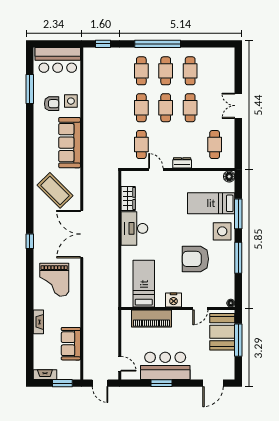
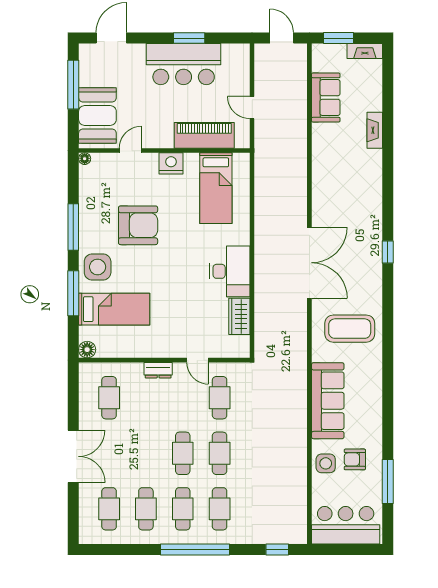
double door: (238, 106) -> (73, 456), width x1.37
cafe table: (190, 108) -> (109, 509), moved
coffee table: (55, 190) -> (350, 329), turned -45
grand piano: (54, 280) -> (351, 194), removed
window: (238, 340) -> (73, 85), moved
door: (120, 364) -> (252, 108), moved

